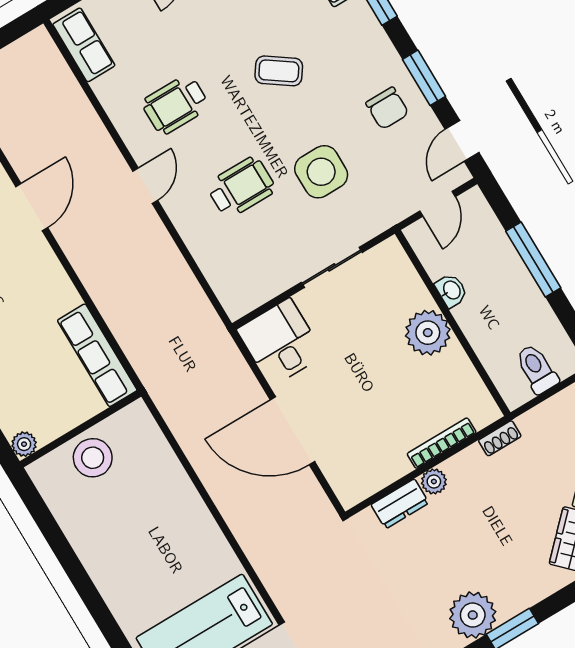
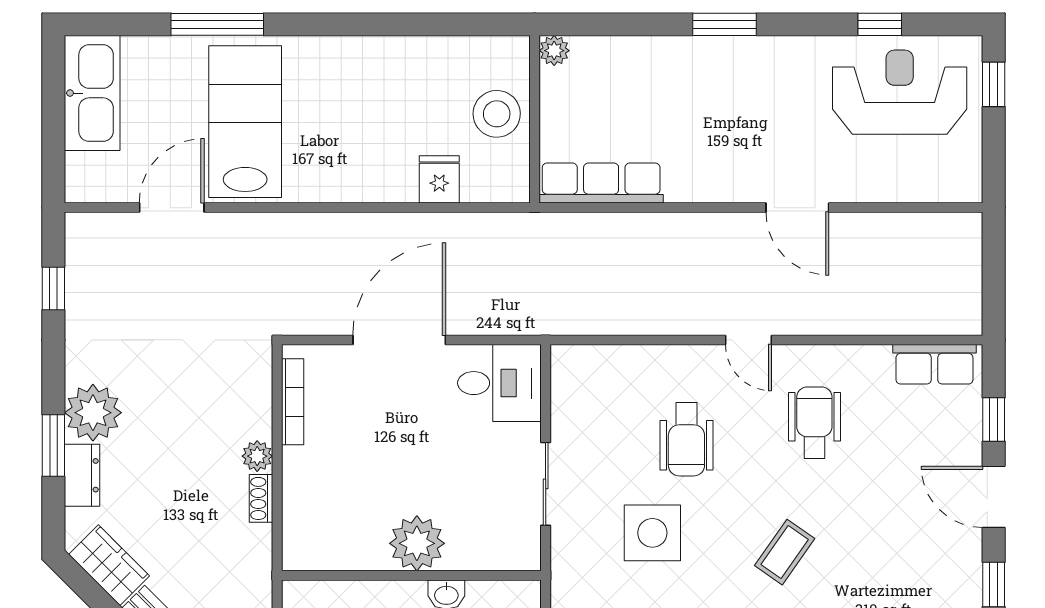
shoe rack: (500, 438) -> (261, 498), moved
bookcase: (442, 443) -> (293, 402), moved
fridge: (163, 470) -> (439, 179), added
dresser: (400, 504) -> (82, 475), moved, turned 180

